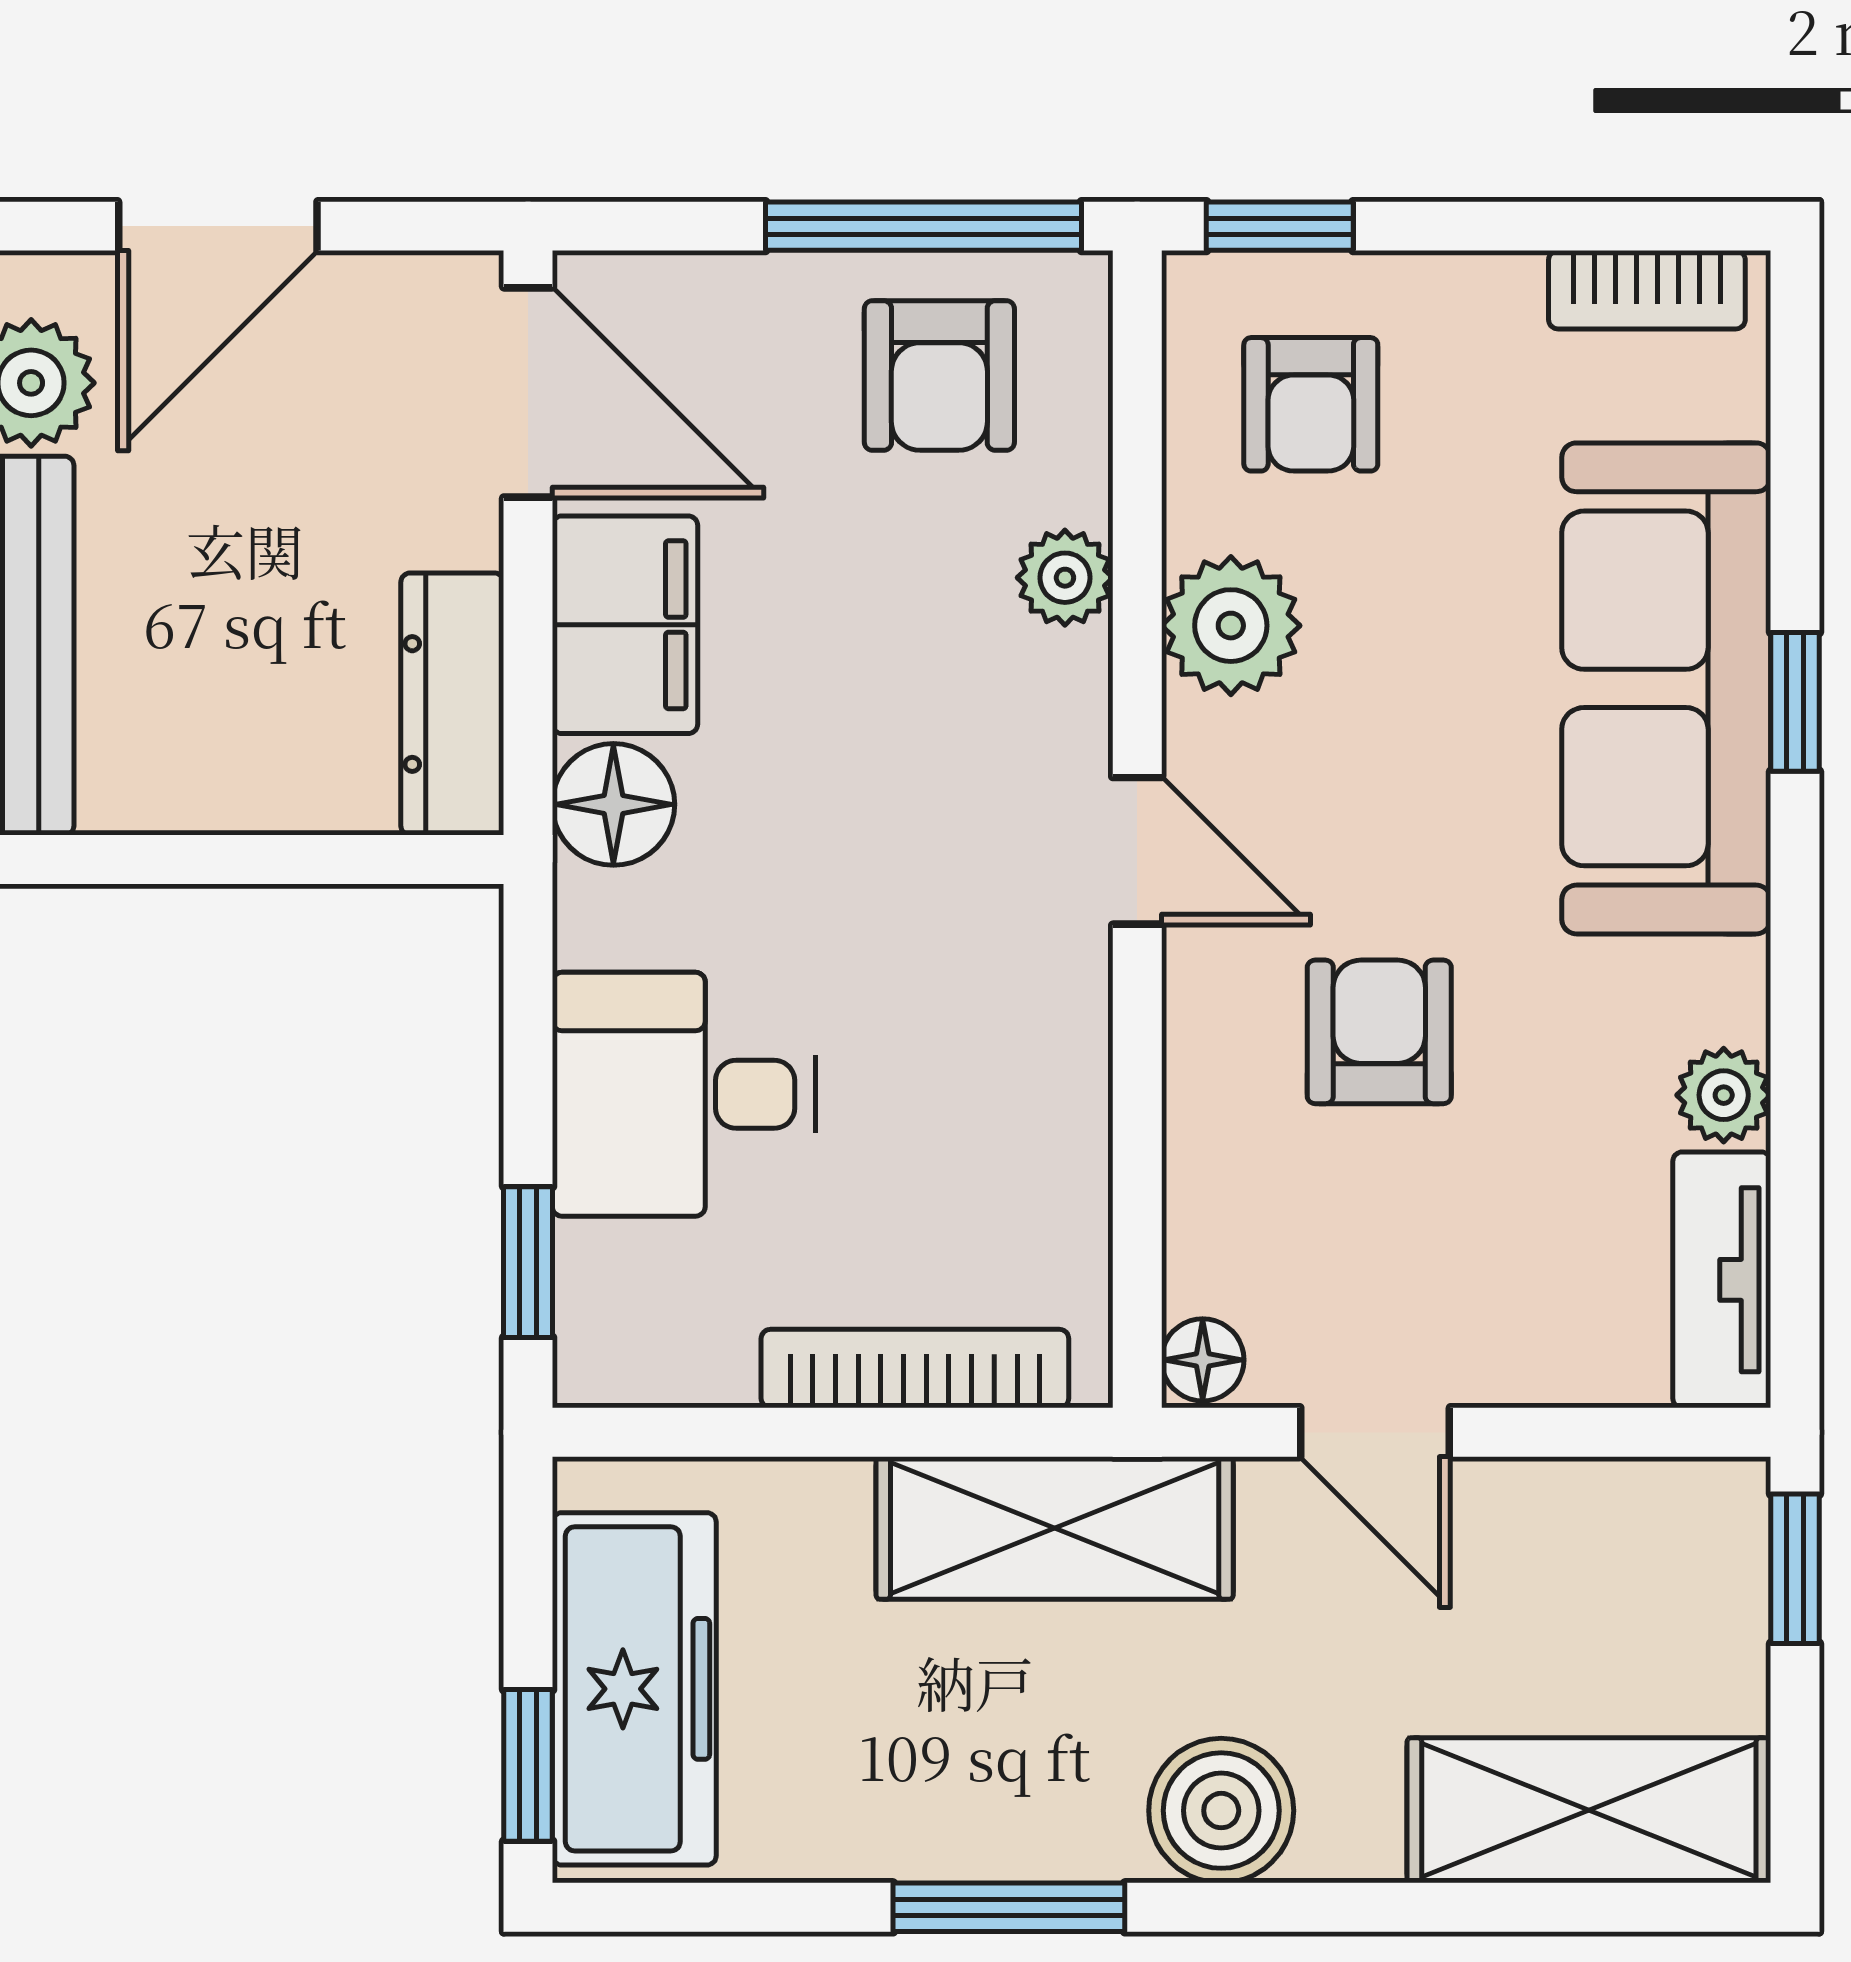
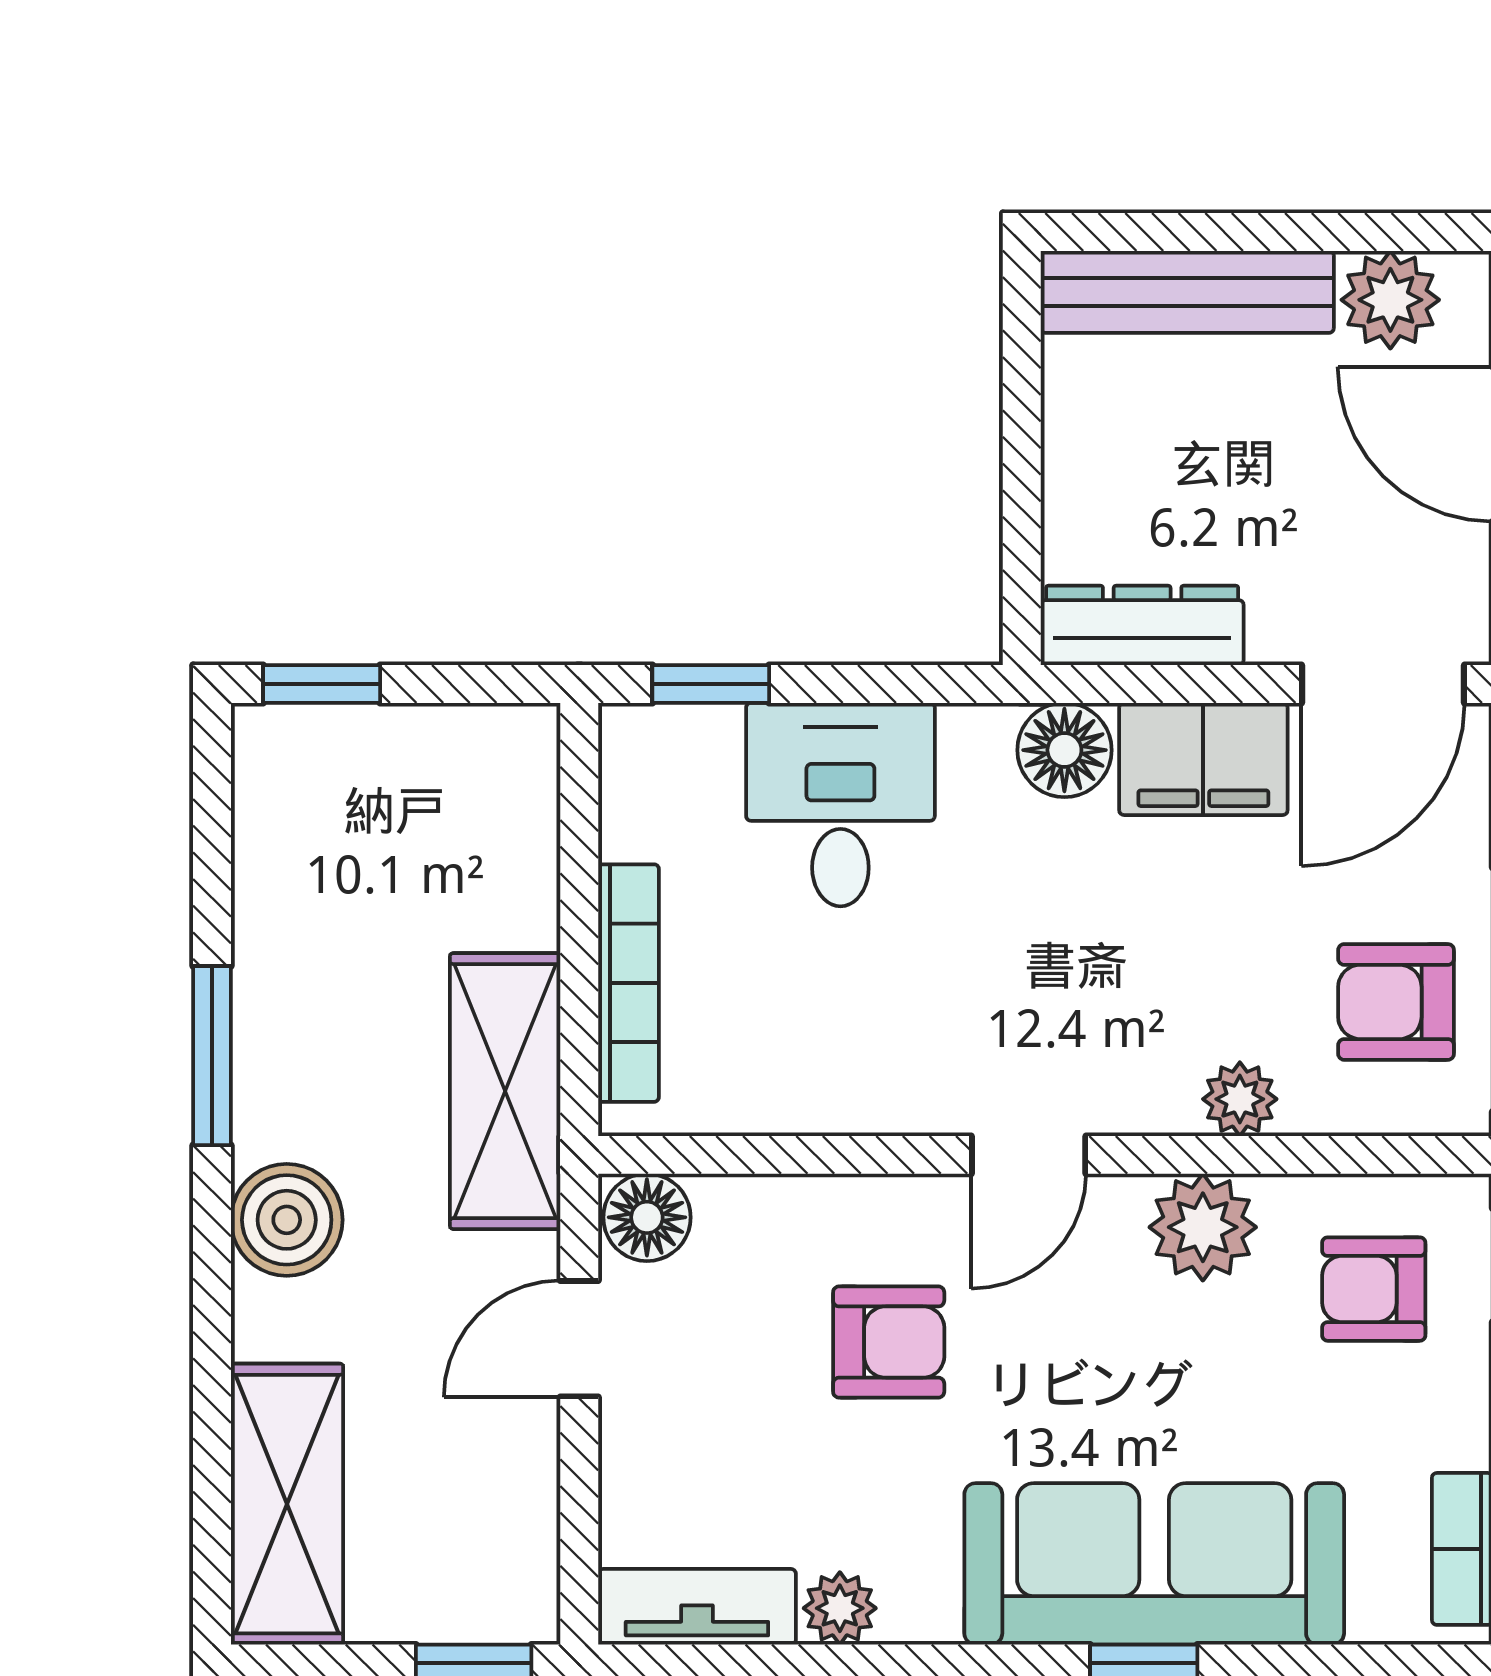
floor lamp: (1203, 1360) -> (647, 1217), width x1.37, depth x1.37
freezer: (634, 1689) -> (381, 766), removed

